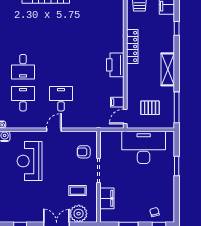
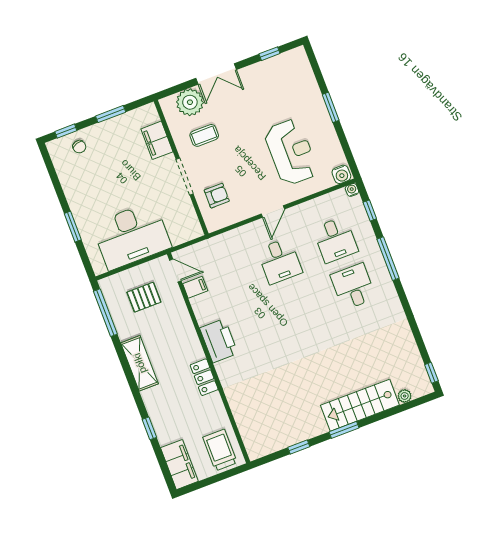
locker: (132, 46) -> (204, 377), width x0.66
door: (125, 117) -> (175, 271), hinge flipped

